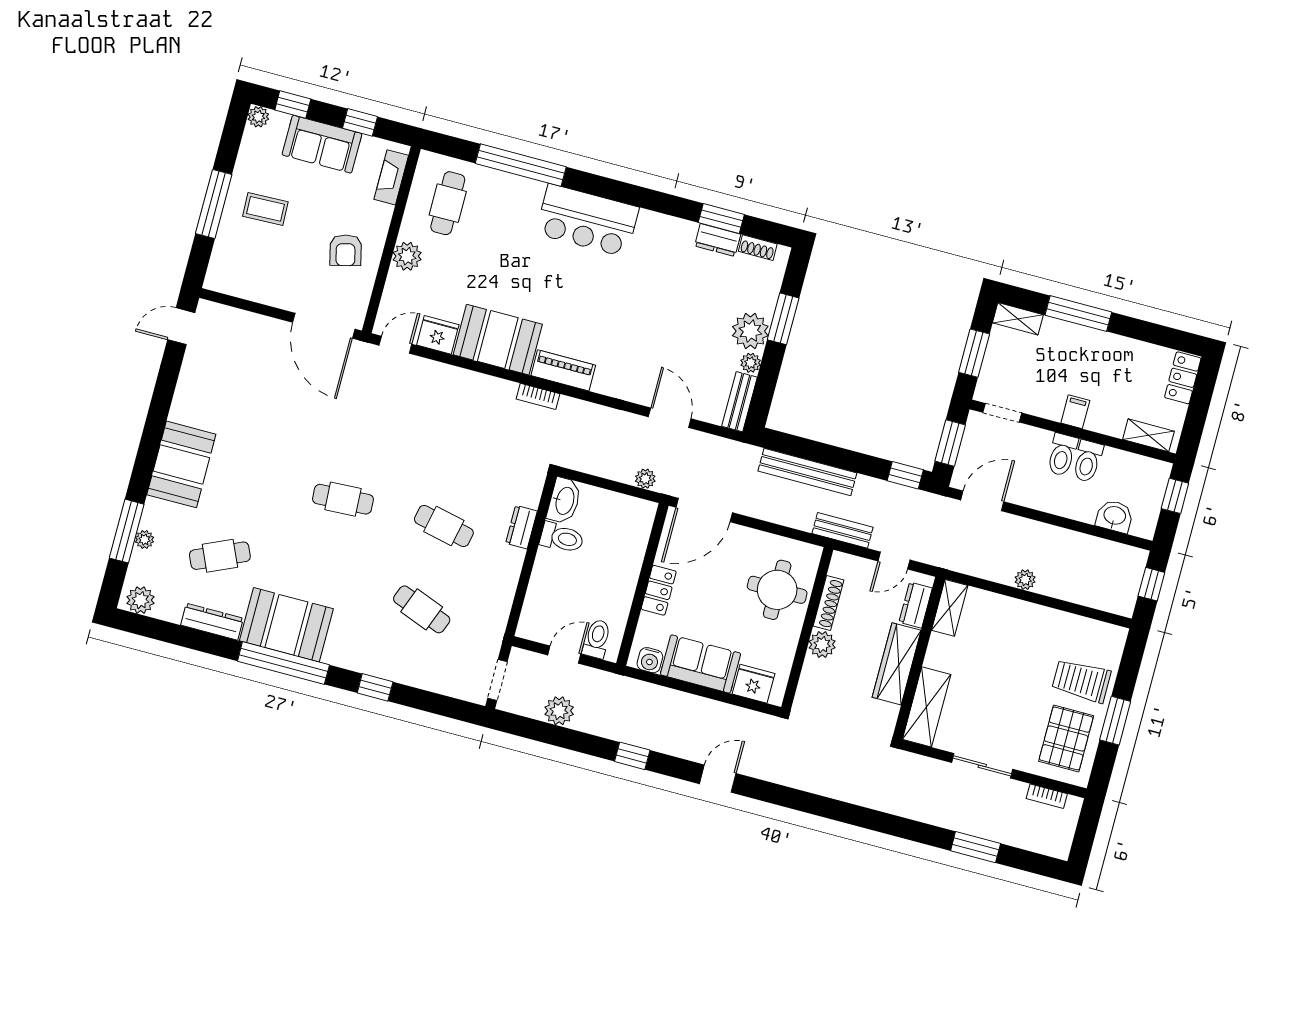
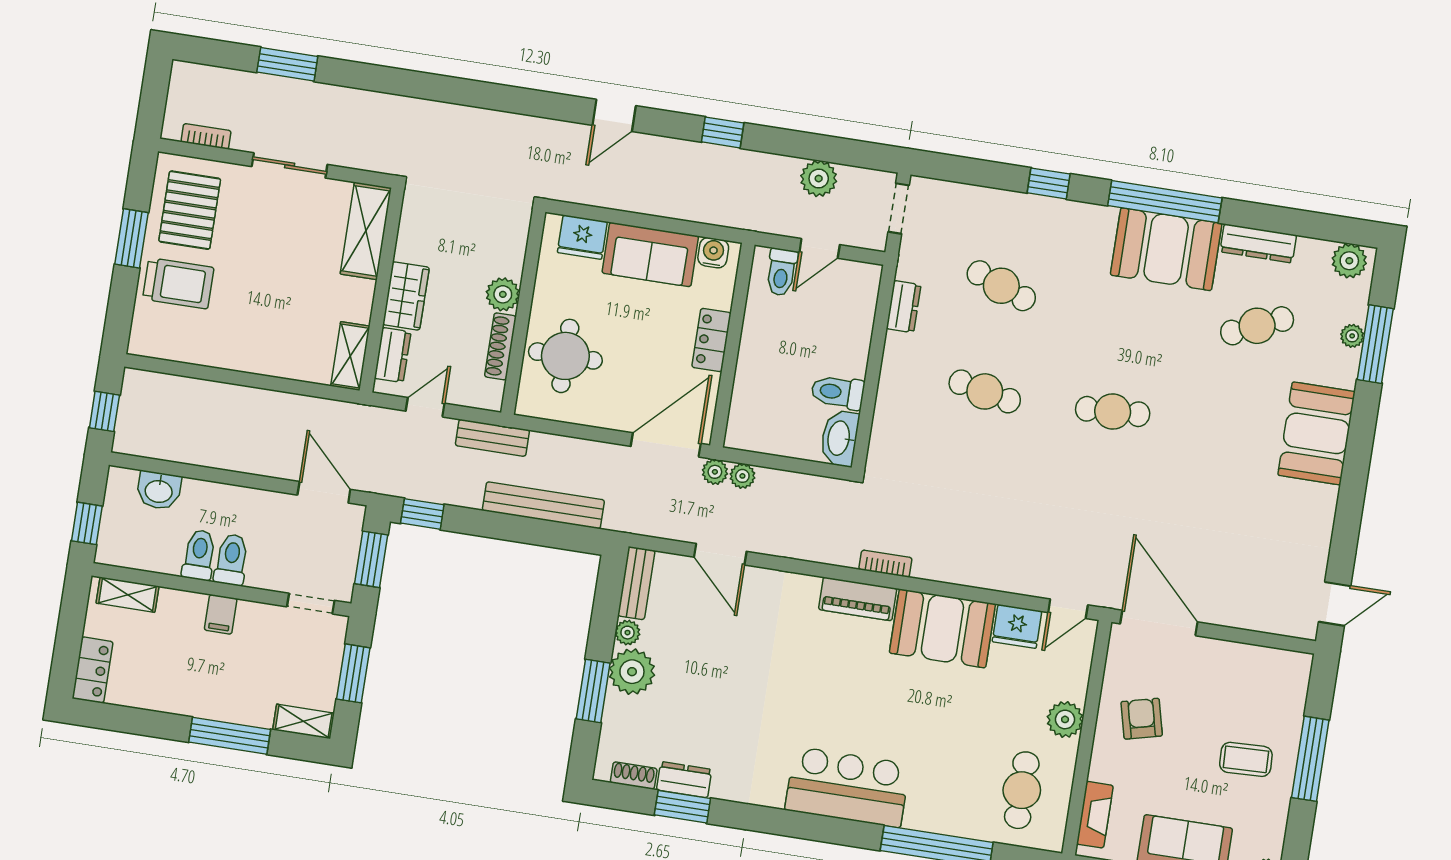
door: (982, 501) -> (324, 492), swing flipped
dresser: (521, 527) -> (904, 307), moved
plant: (1025, 580) -> (715, 472), moved
wardrobe: (897, 664) -> (406, 296), width x0.67

